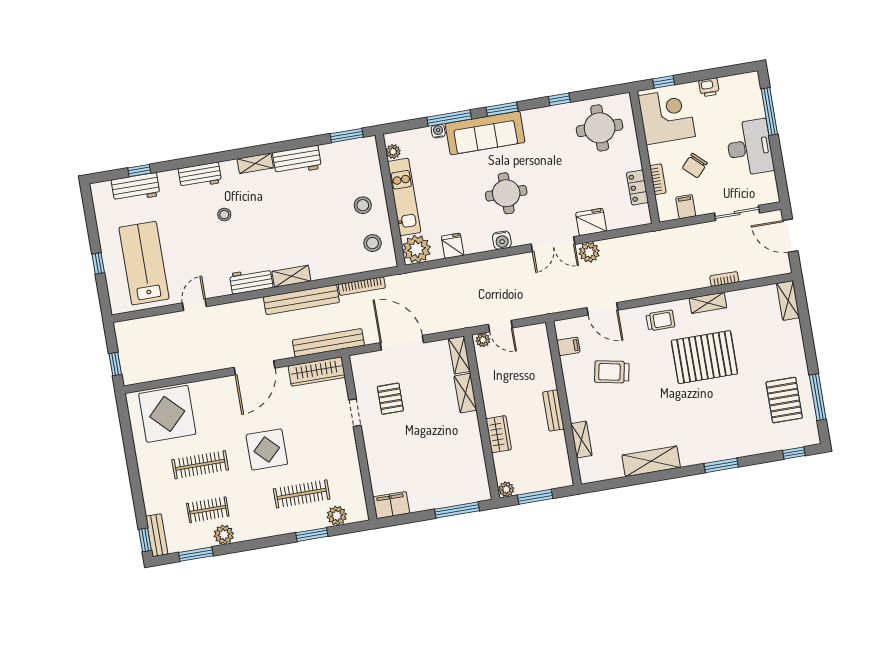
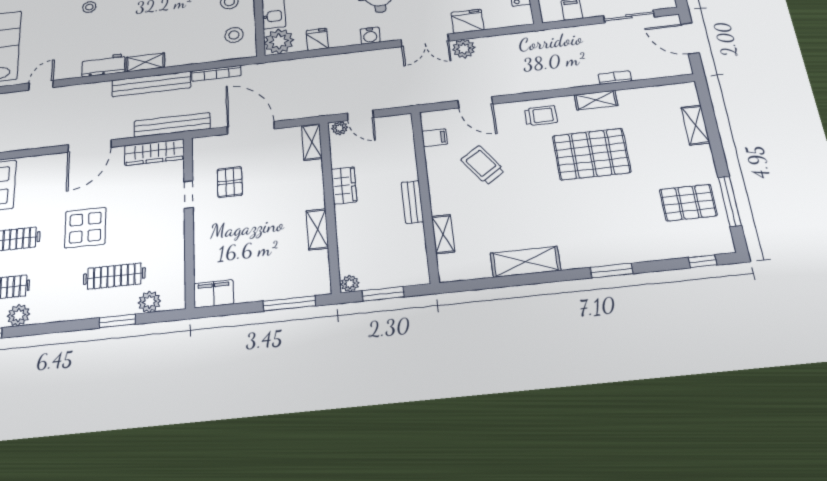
shelving: (788, 300) -> (695, 125), moved
trolley: (612, 372) -> (483, 165), turned 44
shelving: (465, 393) -> (317, 229), moved
pallet: (784, 400) -> (688, 203), turned 90
wardrobe: (499, 434) -> (344, 186), moved

